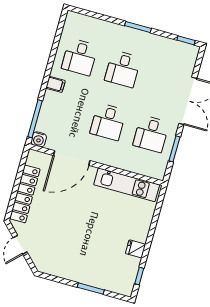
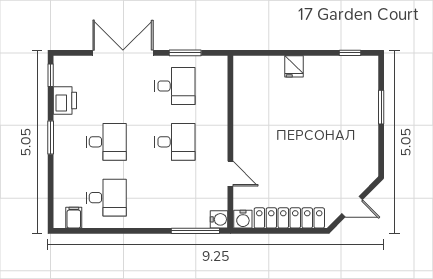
printer: (163, 46) -> (65, 101), added
filing cabinet: (56, 84) -> (74, 218), moved
water cooler: (34, 158) -> (243, 219), added
door: (72, 158) -> (230, 174), width x0.53
kitchen unit: (127, 185) -> (244, 99), removed
fridge: (136, 249) -> (294, 66), moved

